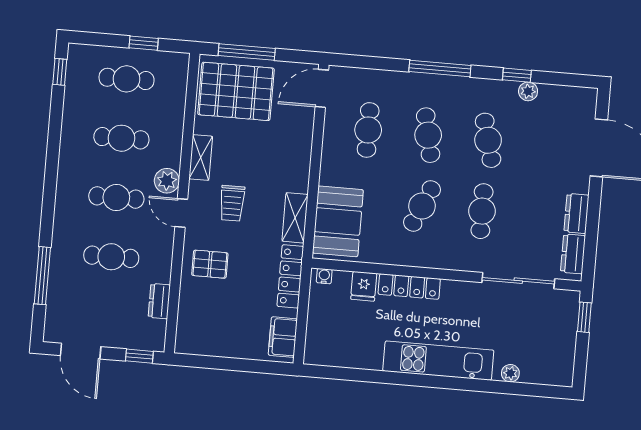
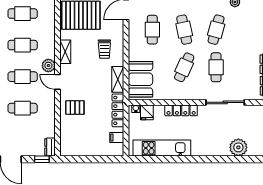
cafe table: (488, 140) -> (216, 30), turned 30
trolley: (232, 203) -> (104, 49), moved
sliding door: (518, 281) -> (225, 102), moved
fridge: (364, 286) -> (147, 112), moved
dresser: (159, 301) -> (50, 147), moved
filing cabinet: (283, 337) -> (117, 138), width x0.50
kitchen unit: (438, 361) -> (162, 148), moved
plant: (510, 373) -> (238, 147), width x1.88, depth x1.88

